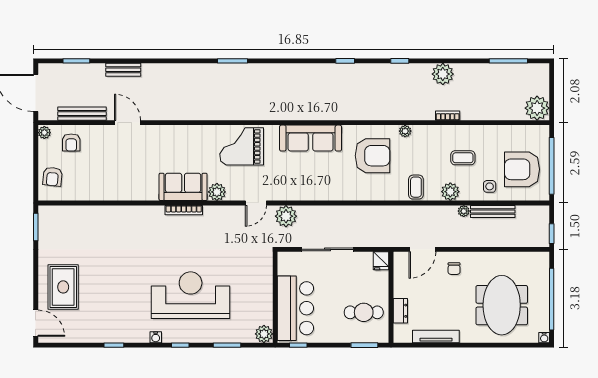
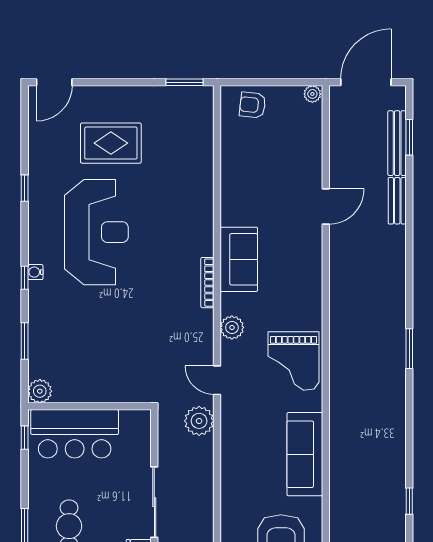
bench: (82, 114) -> (397, 143), moved
armchair: (71, 143) -> (299, 130), removed
grand piano: (242, 146) -> (294, 361), turned 180
sofa: (183, 187) -> (239, 259), moved
sliding door: (328, 249) -> (154, 502), moved
rug: (63, 287) -> (111, 143), moved
reception desk: (191, 295) -> (96, 232), moved
water cooler: (156, 337) -> (35, 272), moved

